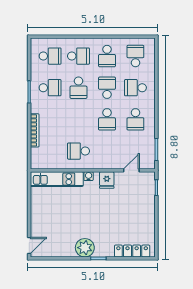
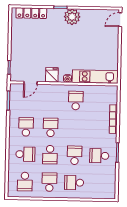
school desk: (50, 56) -> (99, 183), removed
school desk: (79, 151) -> (76, 100), turned -90

